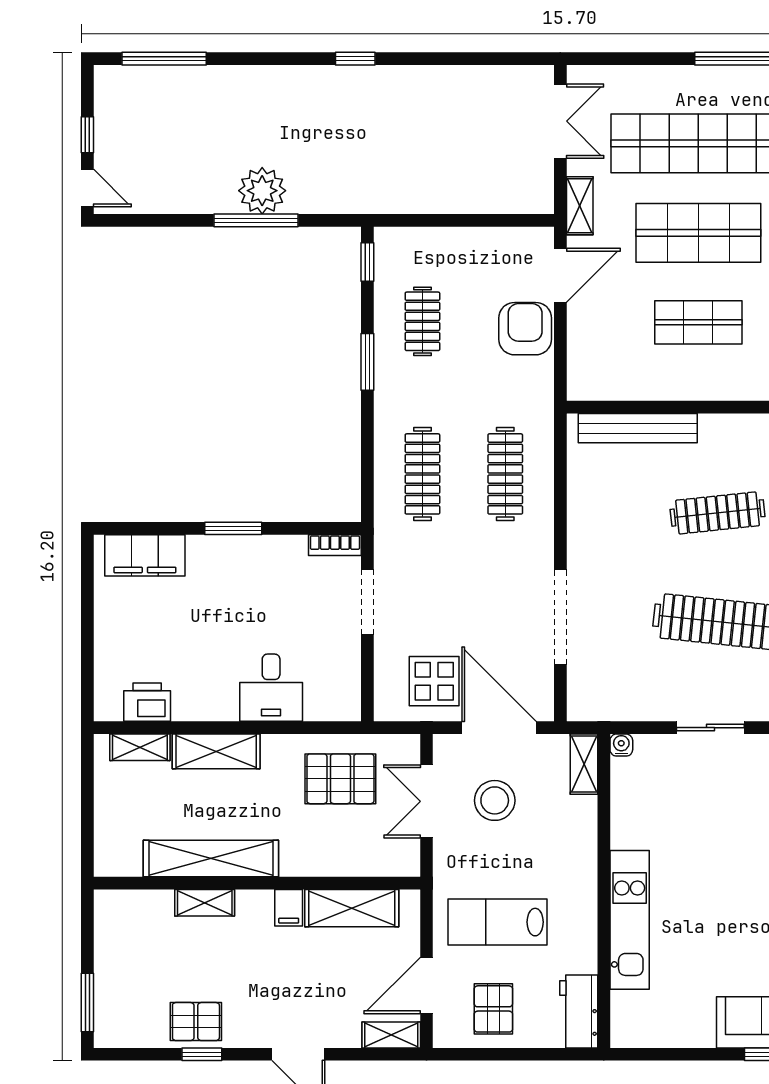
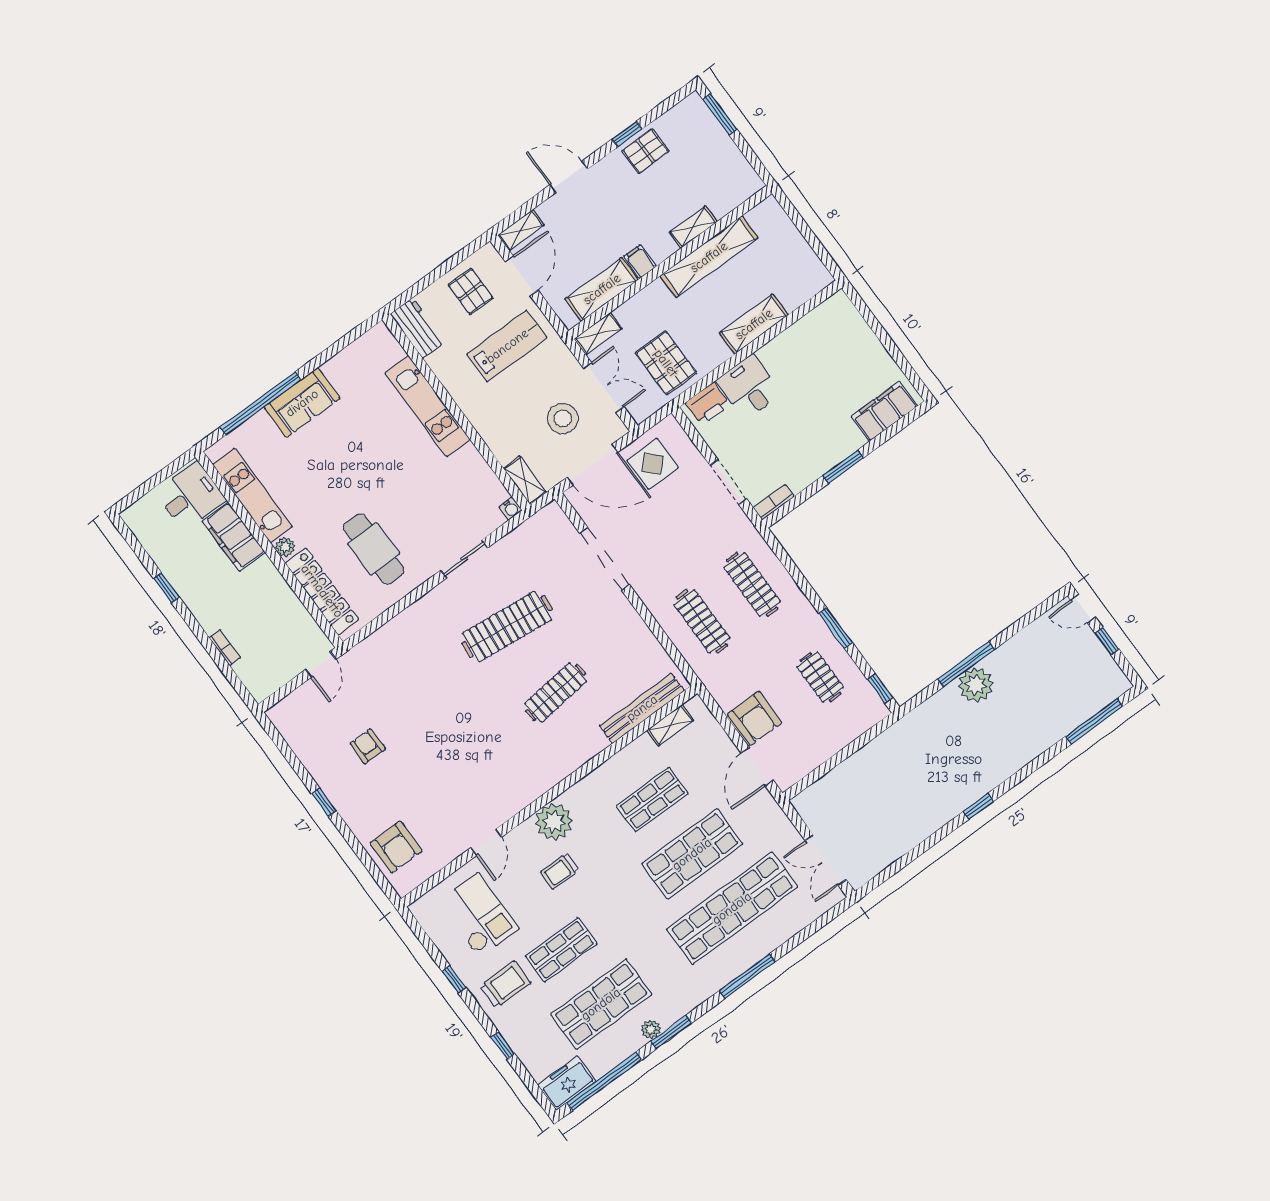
shelving: (580, 206) -> (670, 725), moved, turned 90
printer: (147, 702) -> (708, 404), moved
shelving: (140, 747) -> (598, 334), moved
pallet: (340, 779) -> (666, 363), turned 90

